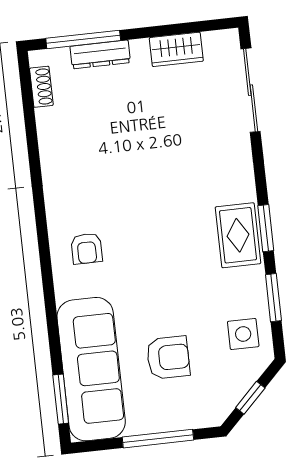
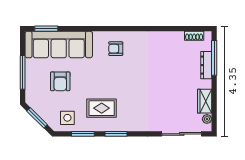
plant: (213, 41) -> (207, 119), added
rug: (238, 235) -> (102, 108), moved
window: (250, 398) -> (37, 118), width x1.50

